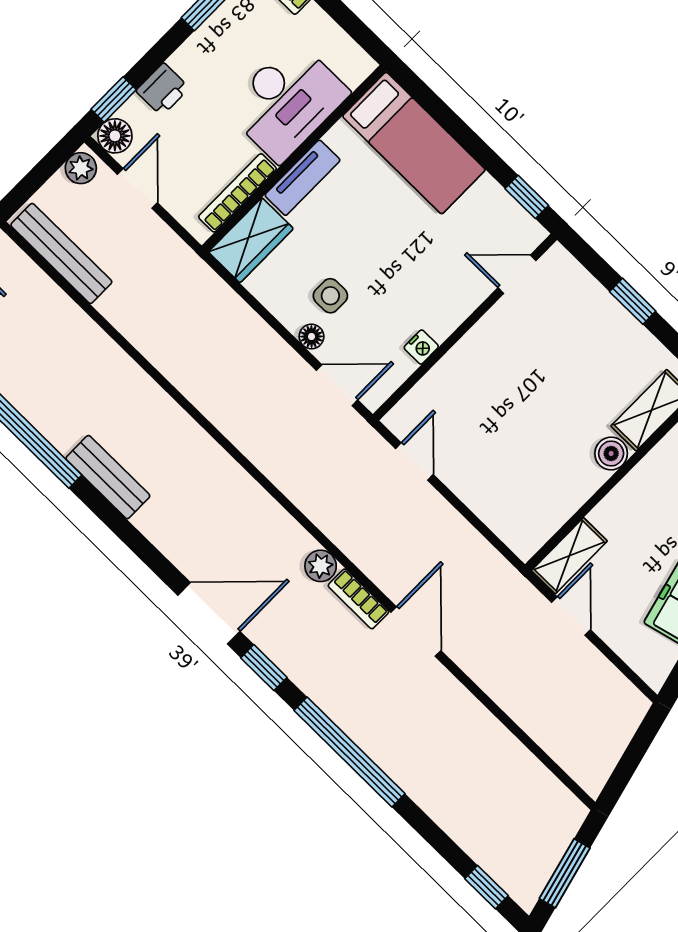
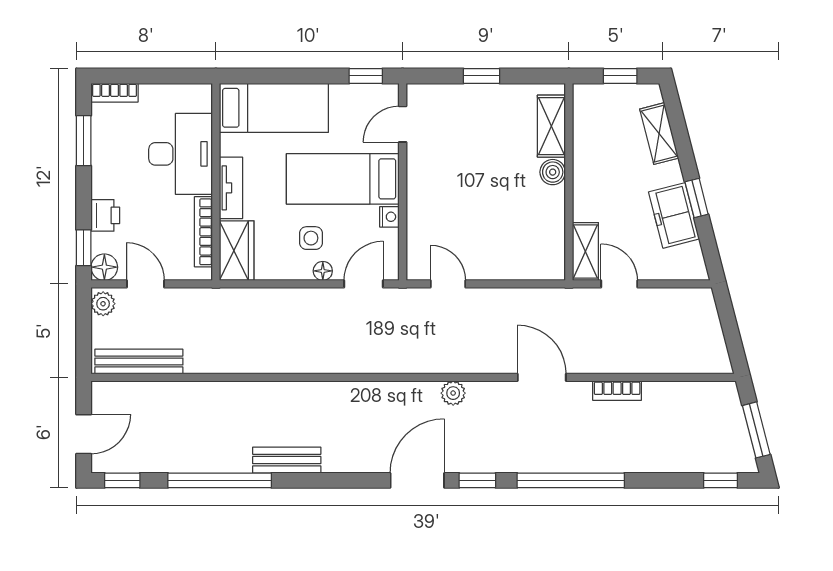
bed: (413, 270) -> (343, 179), added
bookcase: (358, 599) -> (617, 391), moved

